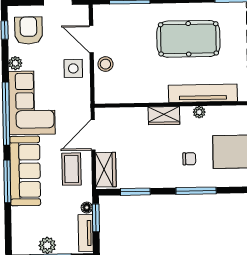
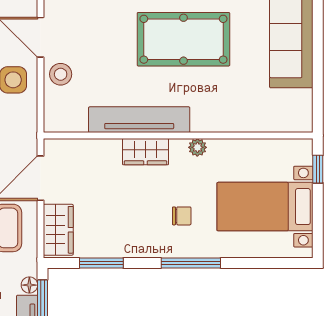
tv unit: (203, 93) -> (139, 120), moved

